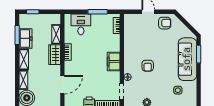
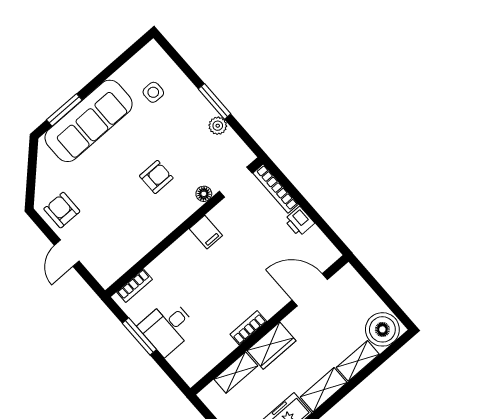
desk: (81, 24) -> (168, 327), moved
filing cabinet: (114, 61) -> (206, 232), width x0.50

